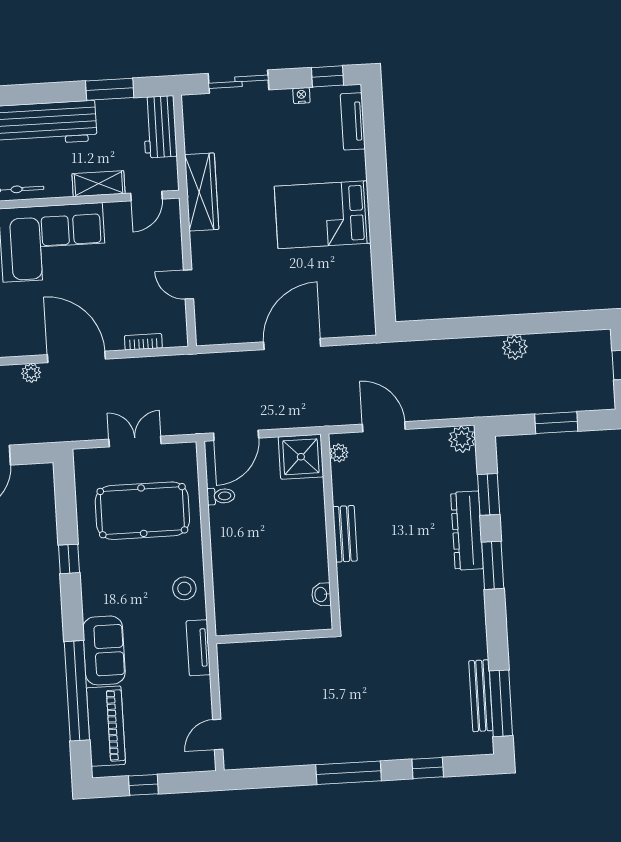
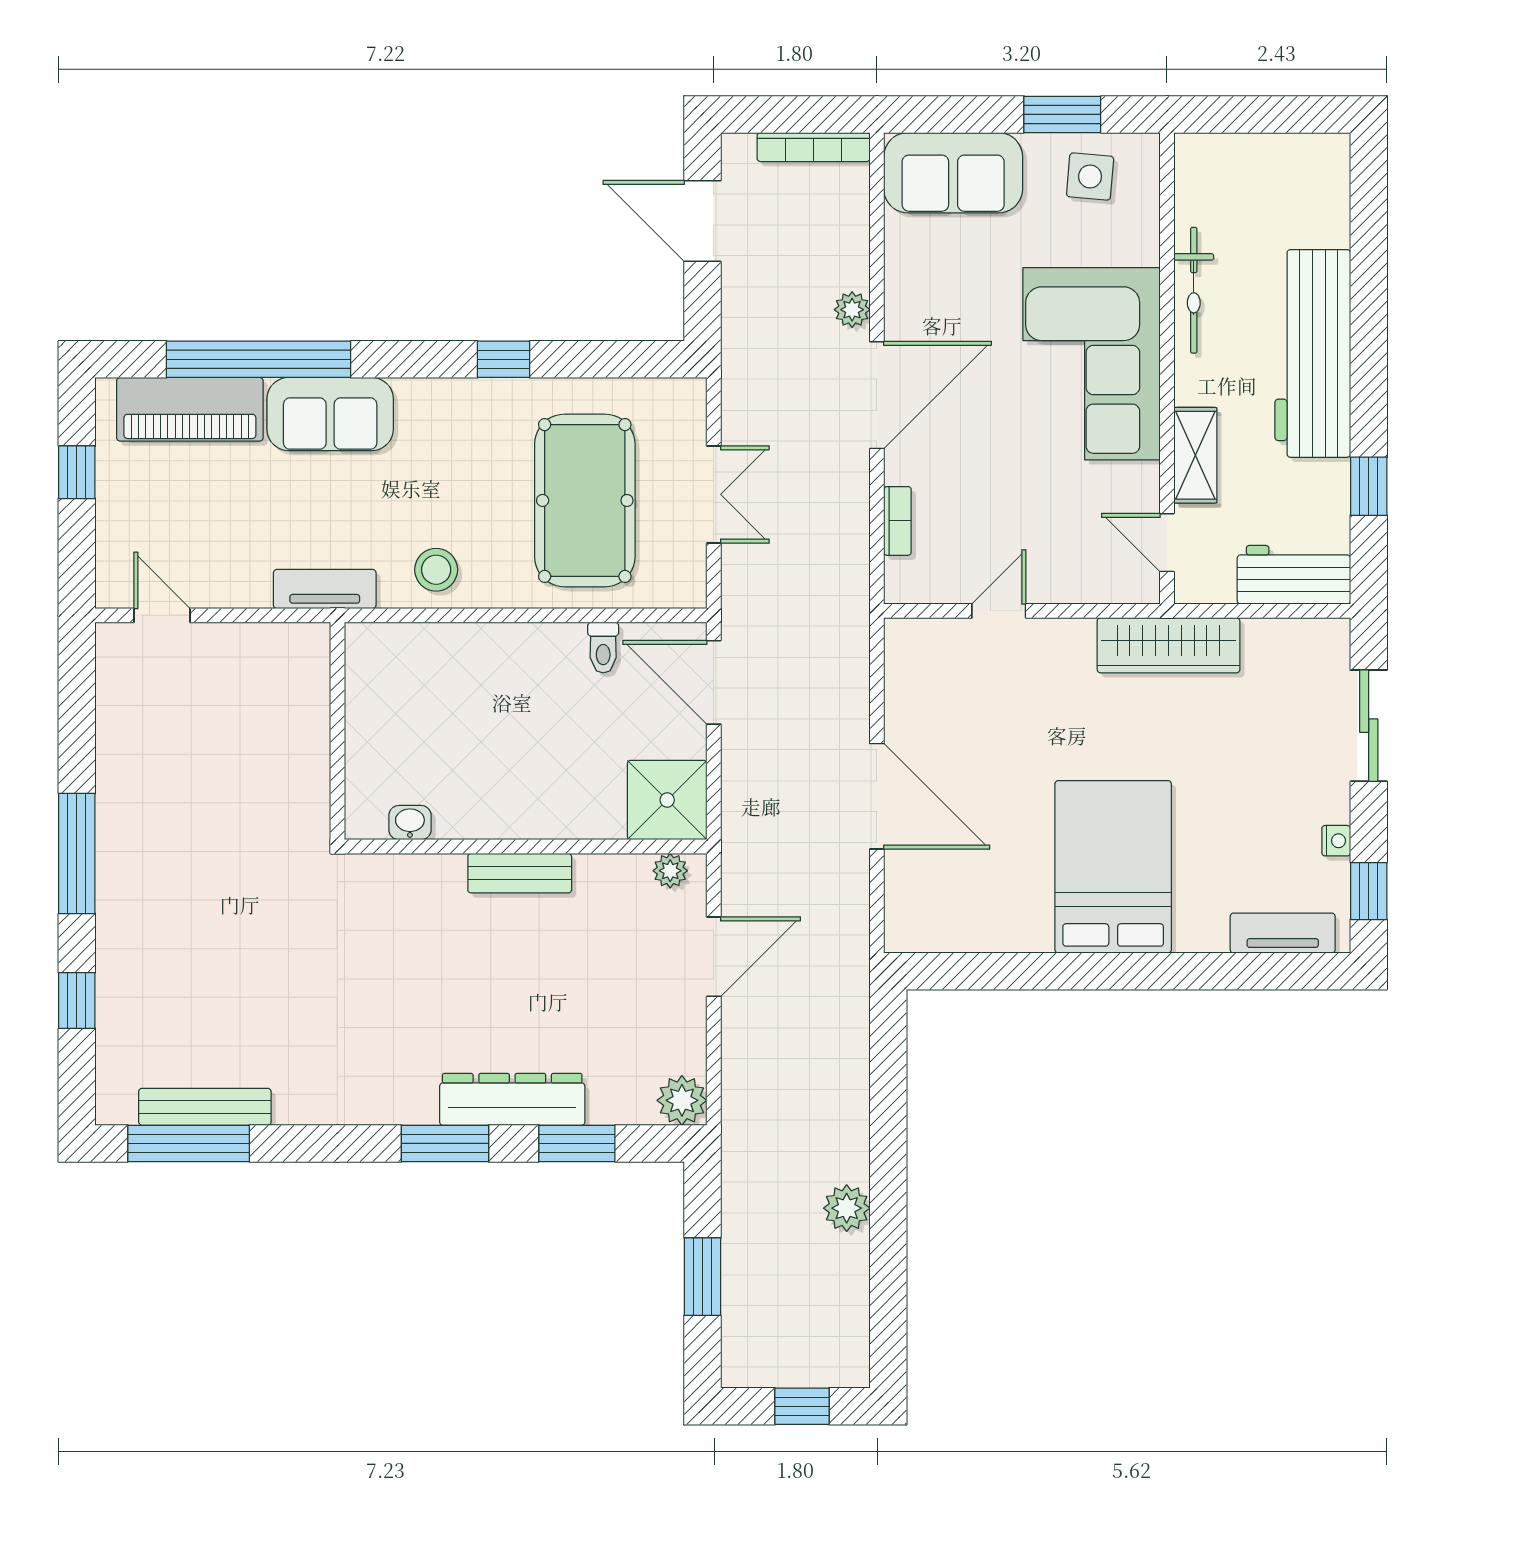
window: (110, 89) -> (1369, 486), width x0.67

